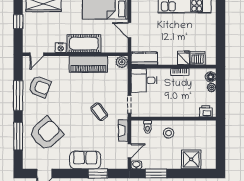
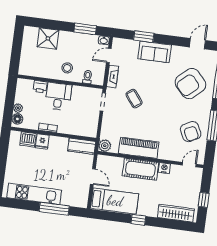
desk: (144, 80) -> (58, 96), moved, turned -90
armchair: (40, 87) -> (191, 132), turned -137
printer: (206, 111) -> (40, 87), moved

